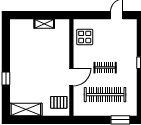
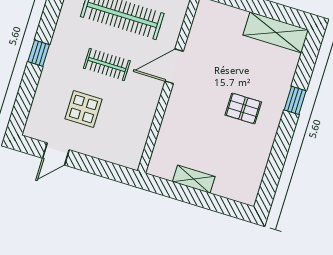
display table: (85, 37) -> (83, 109), moved
pallet: (59, 102) -> (243, 108), moved

